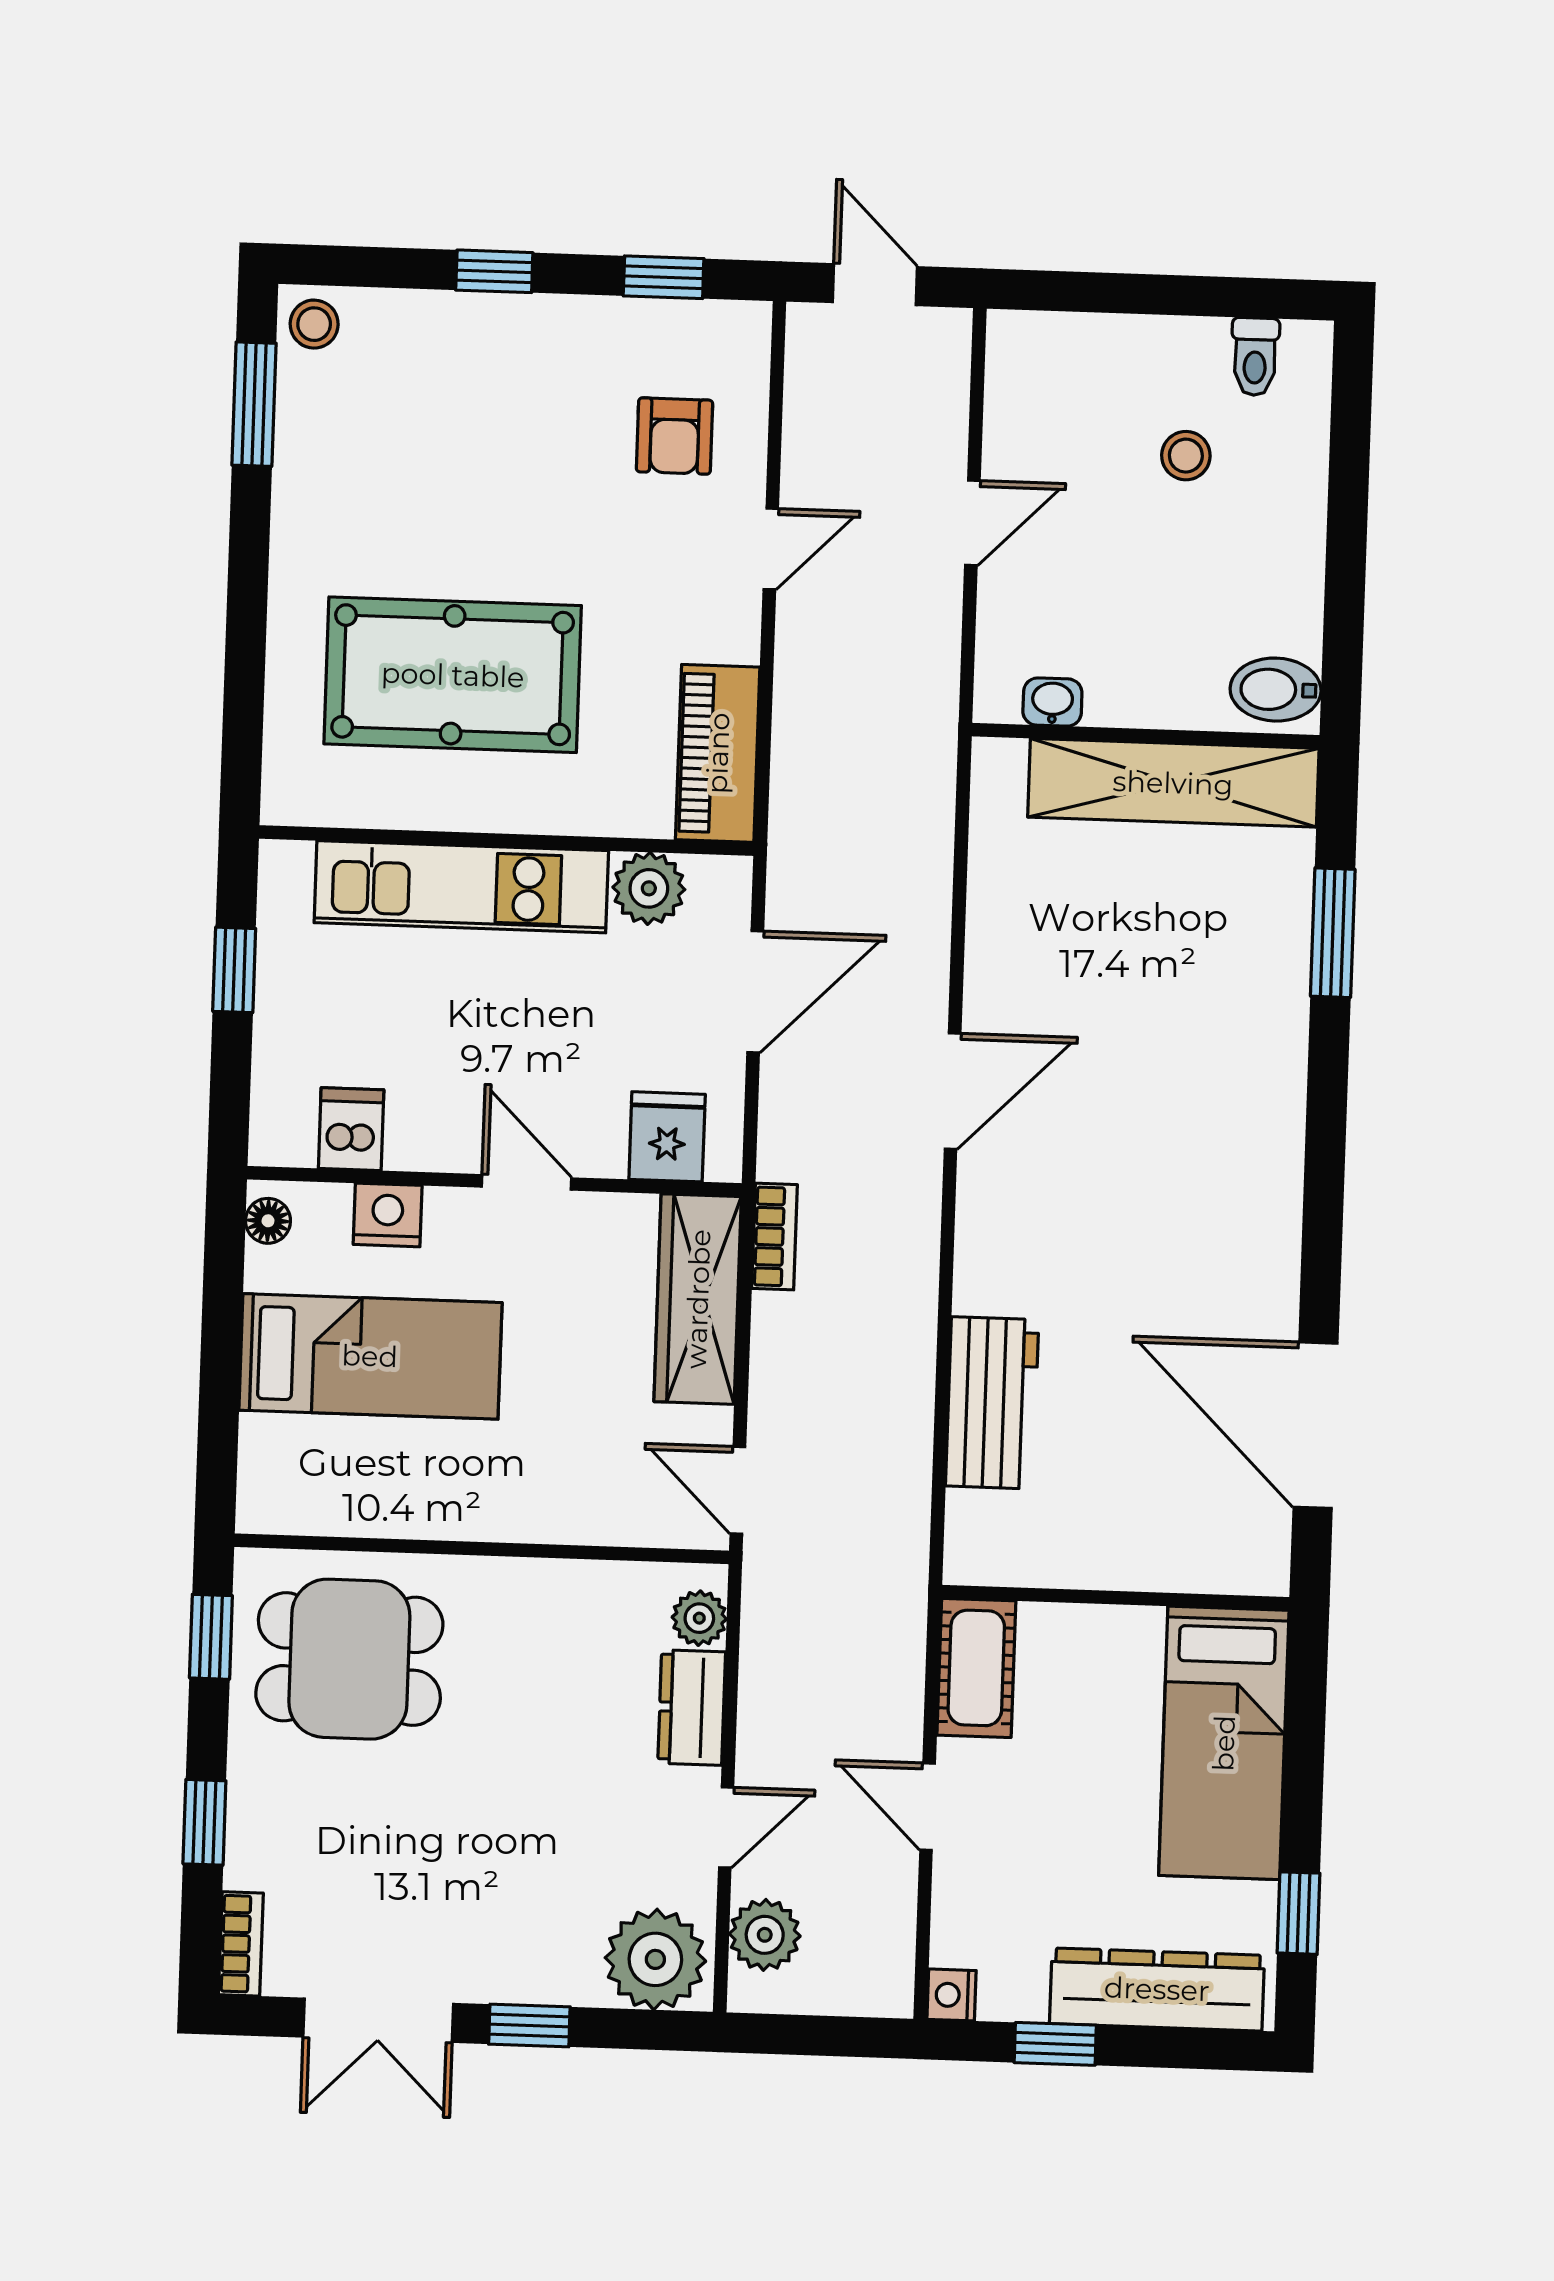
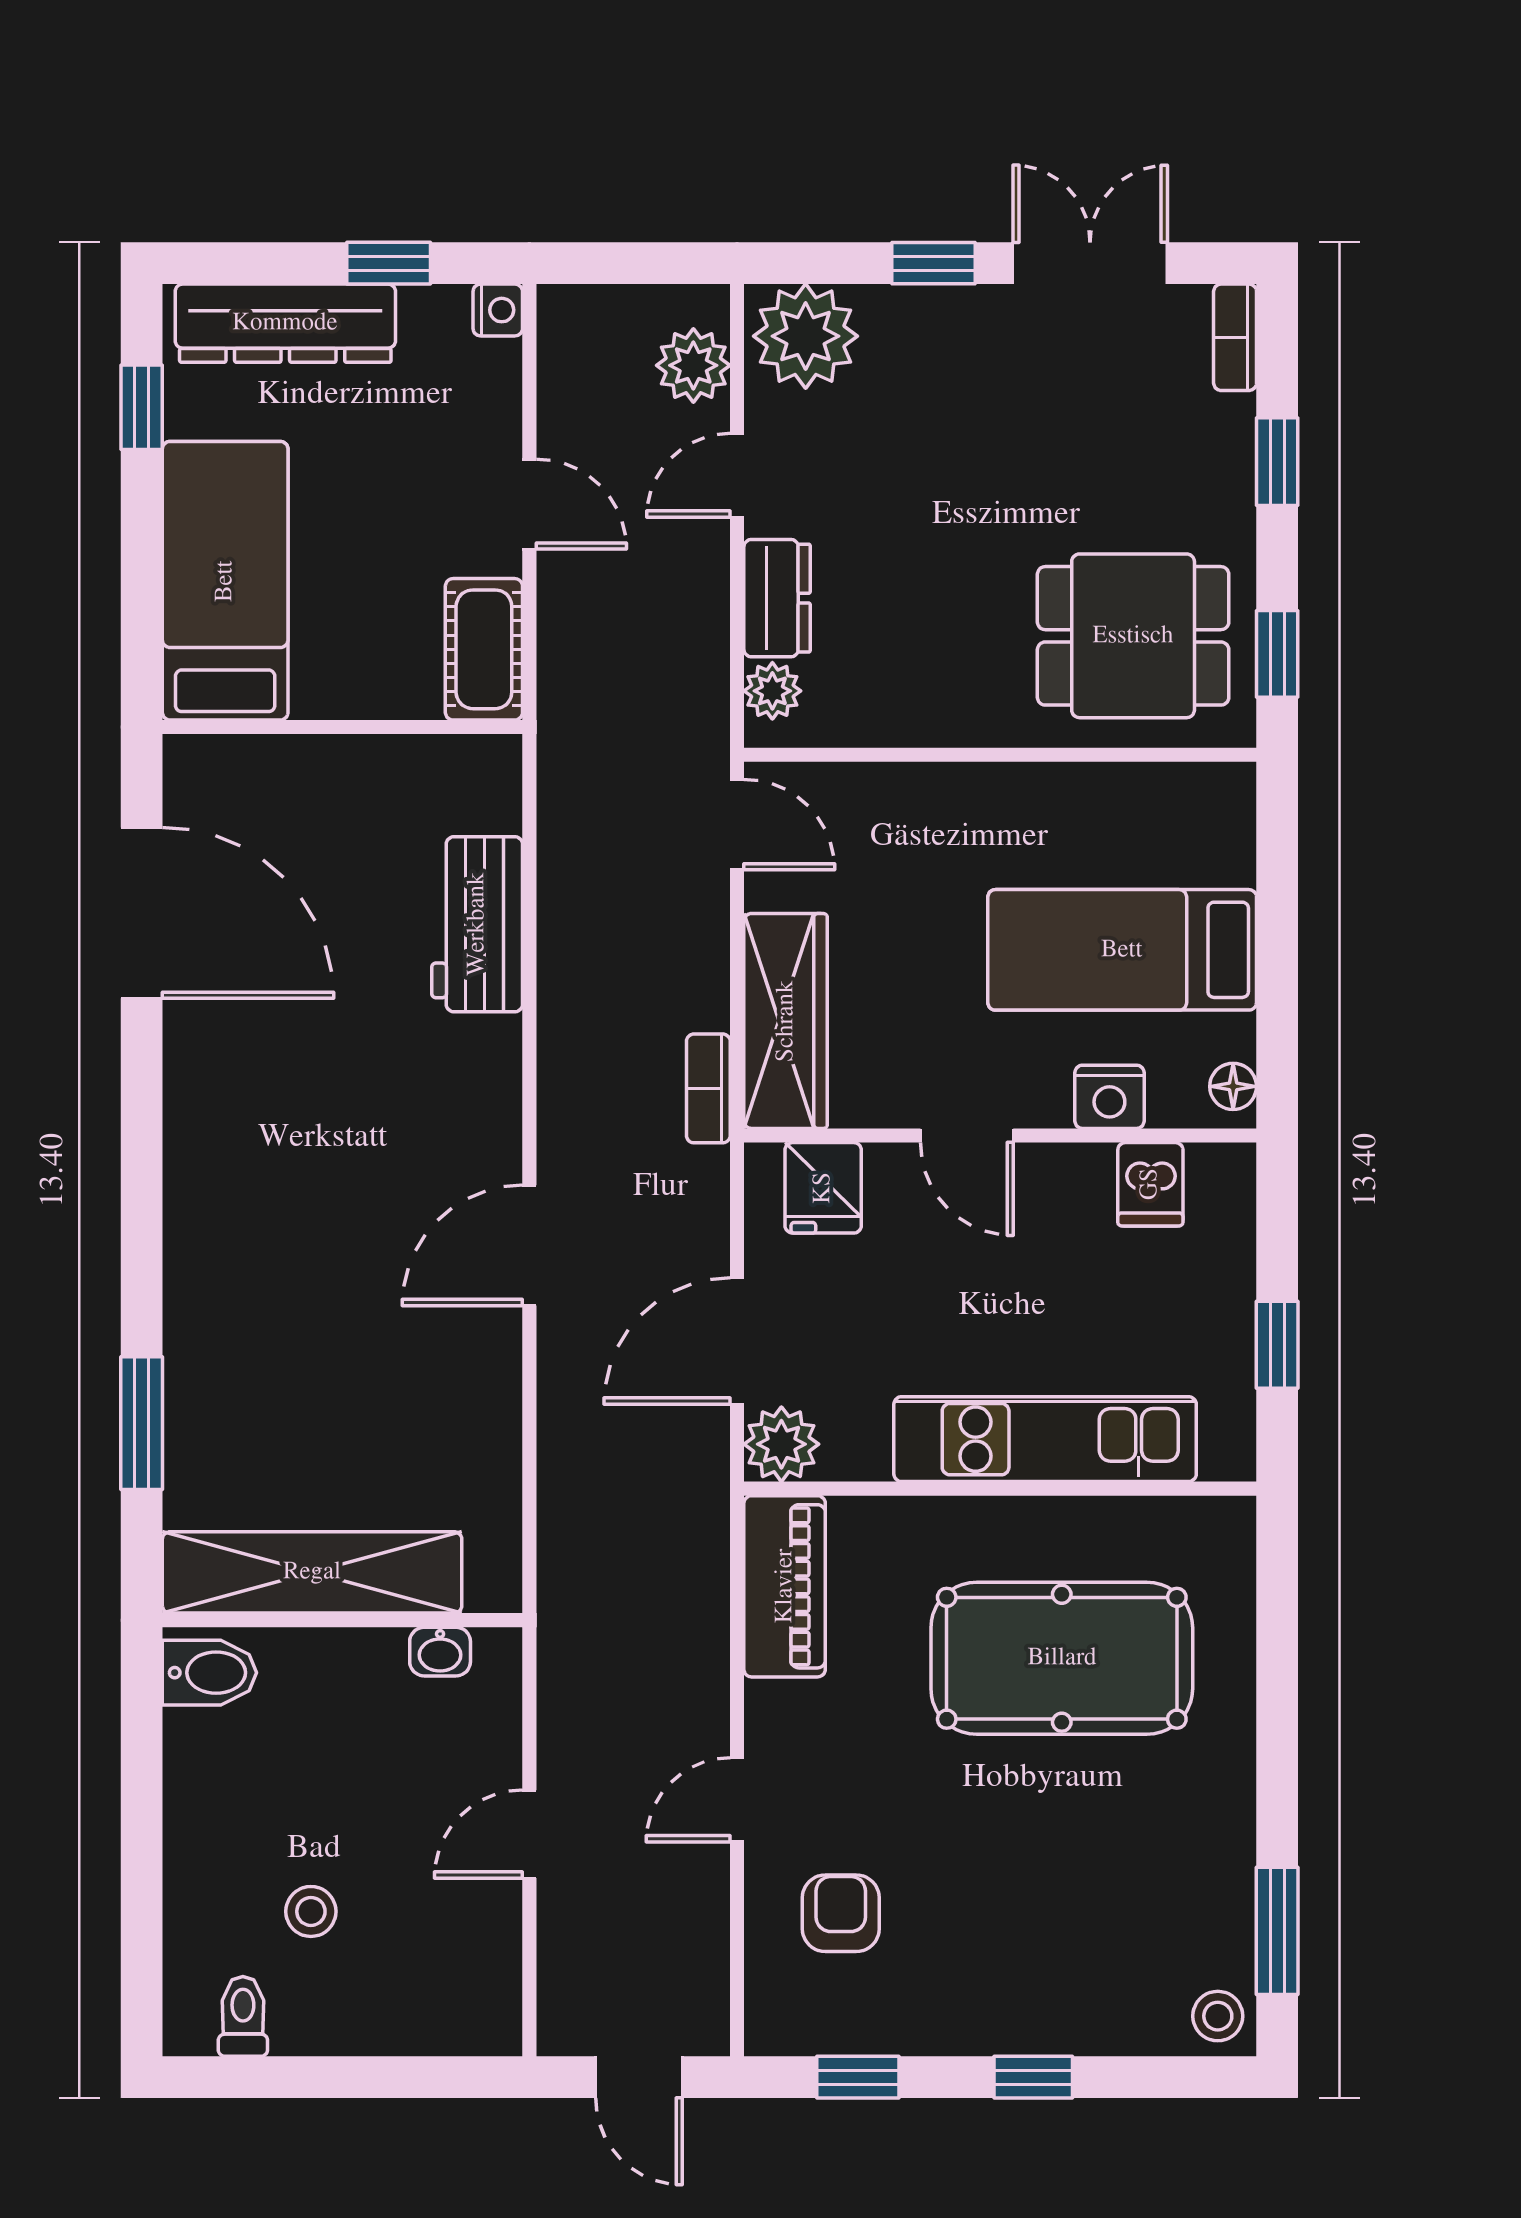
plant: (649, 888) -> (781, 1444), moved

